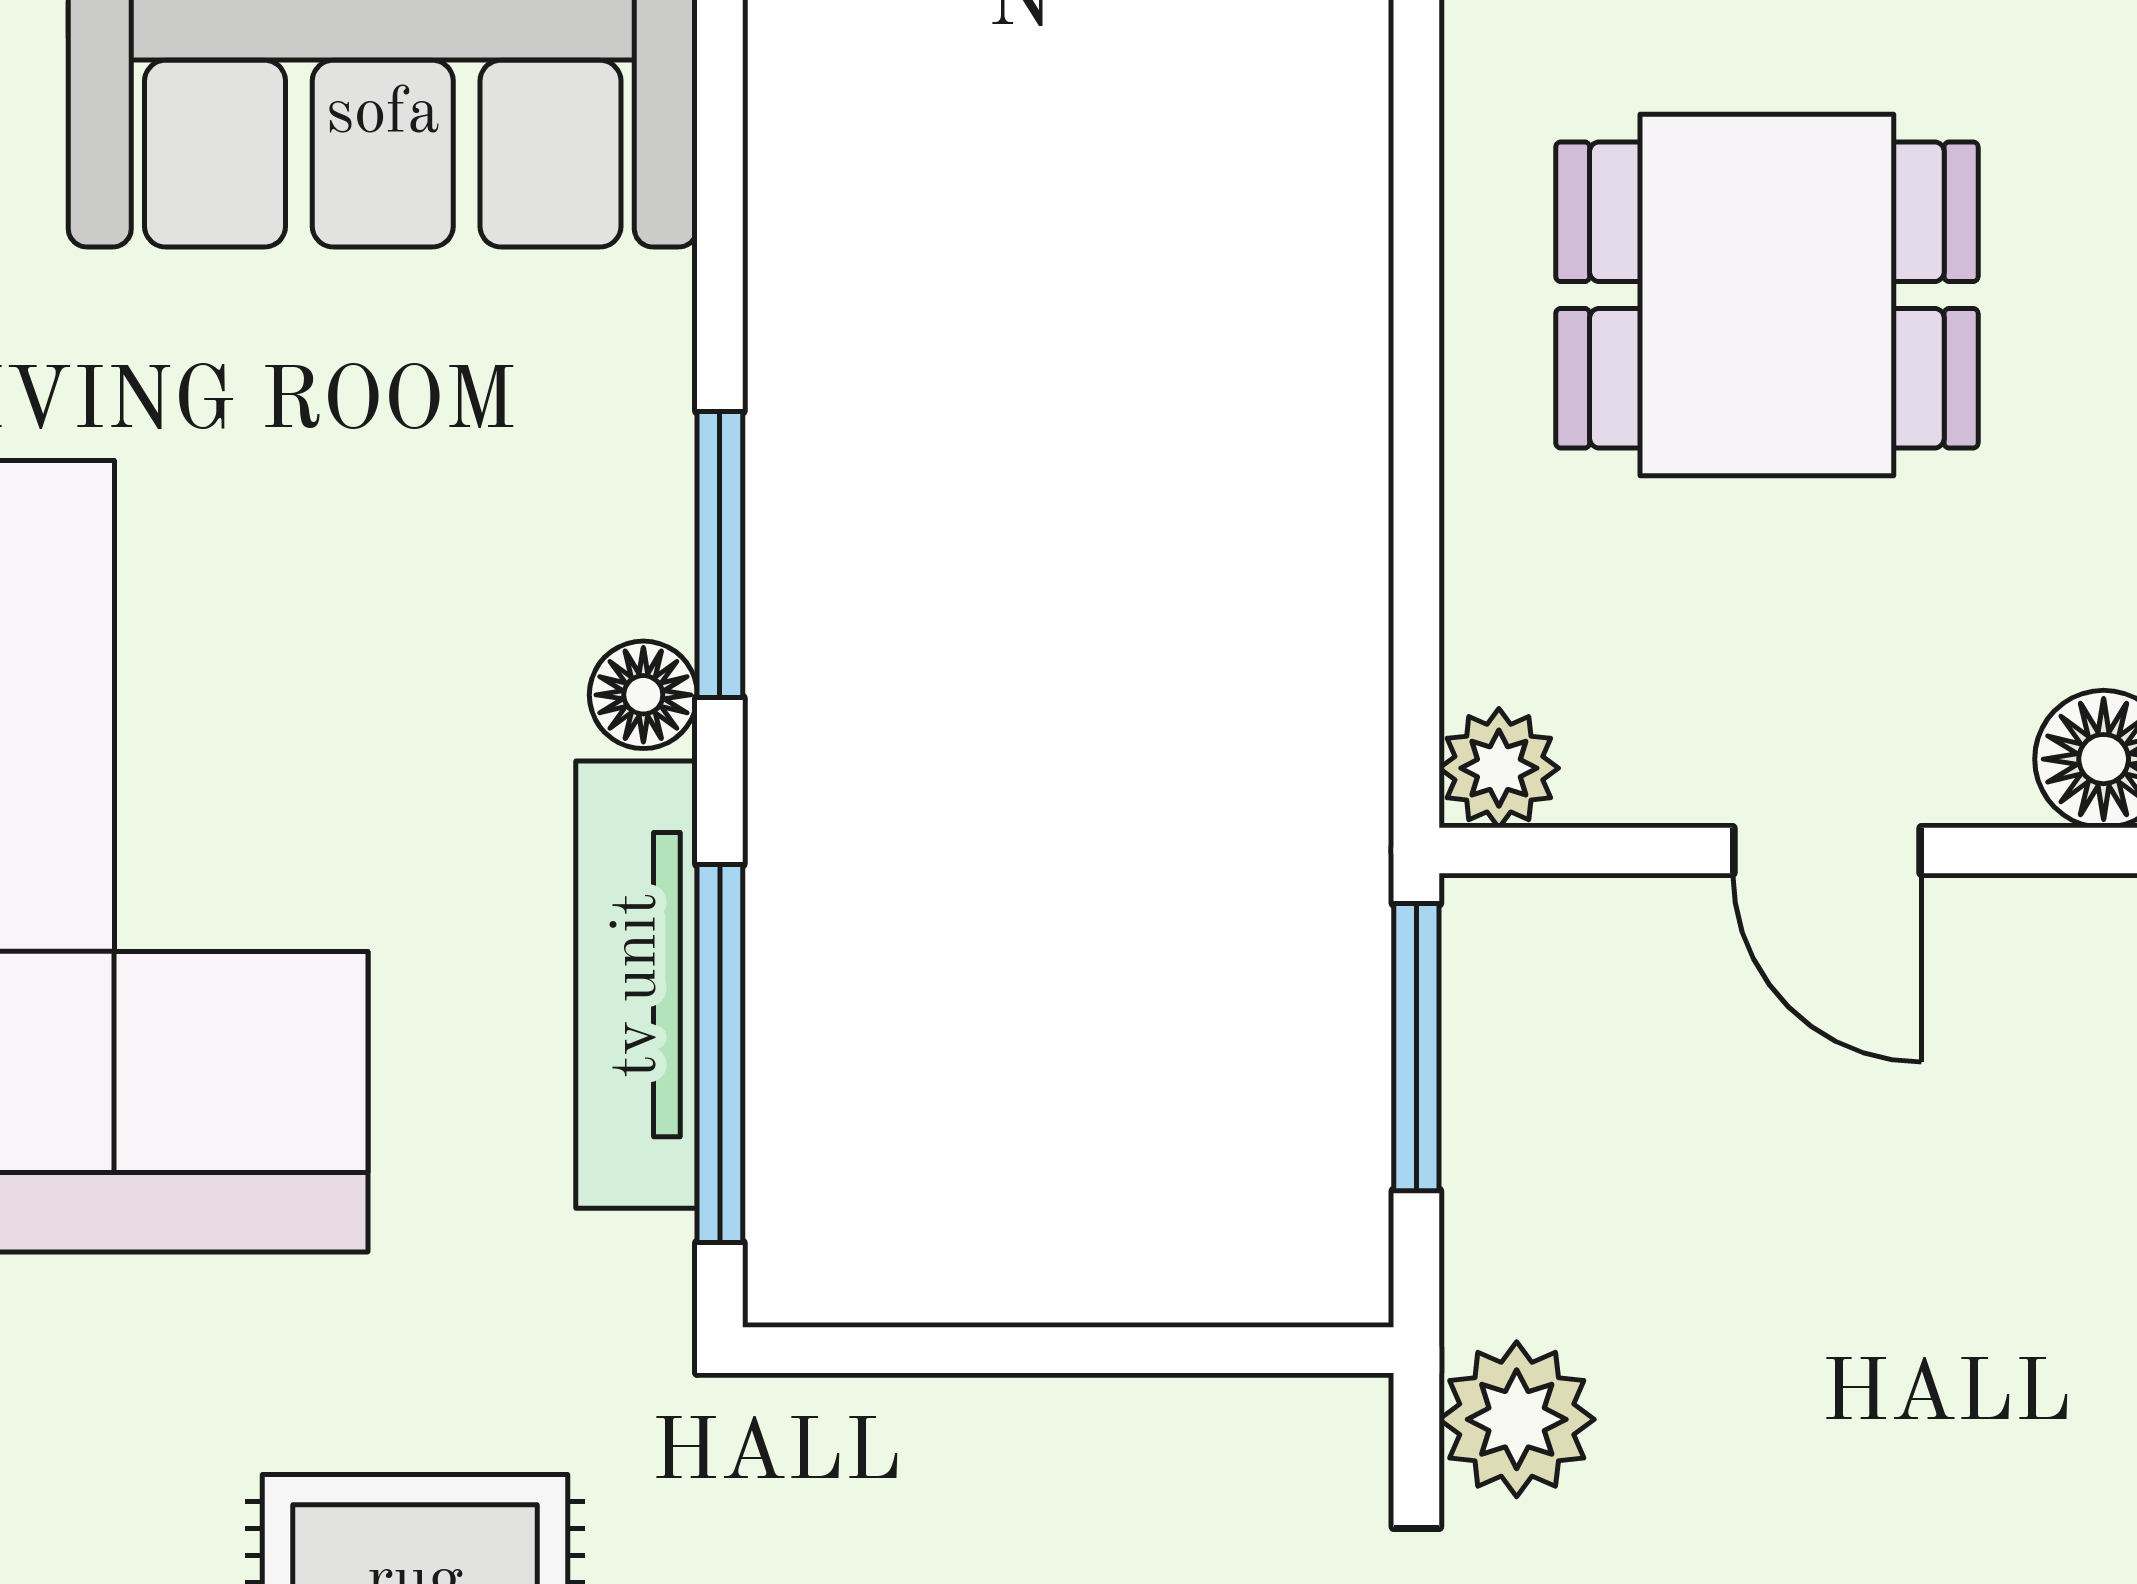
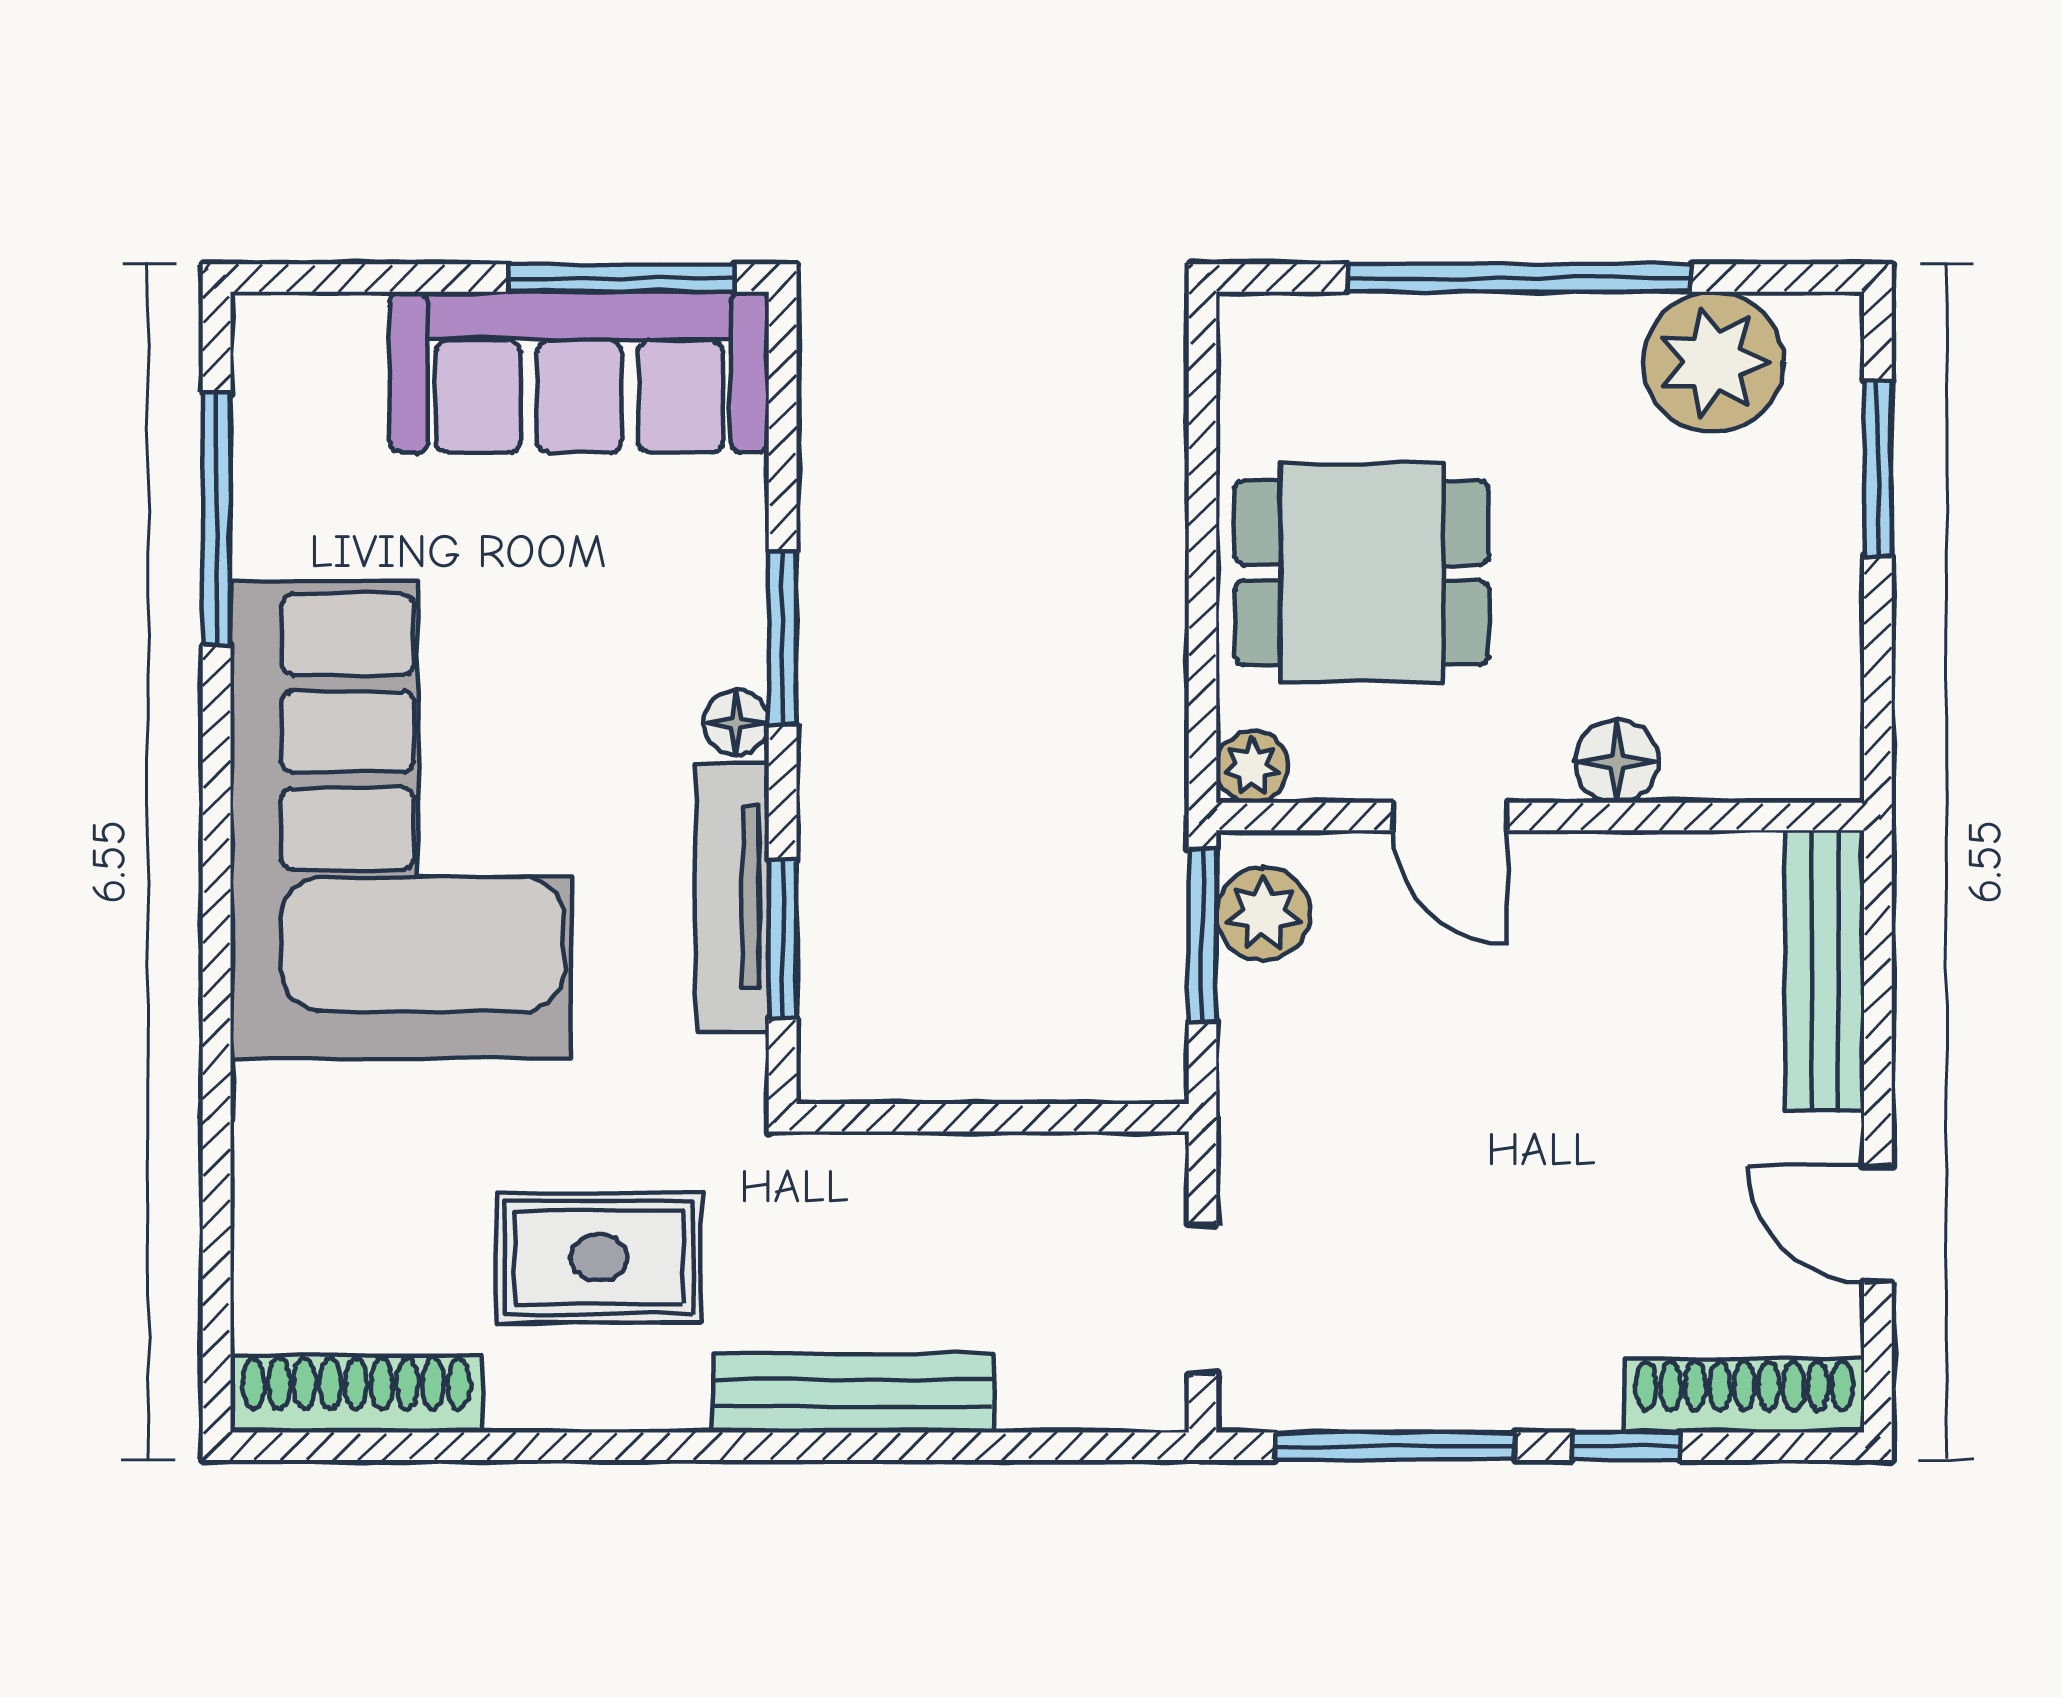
dining table: (1767, 295) -> (1362, 573), moved
window: (720, 1053) -> (783, 939), width x0.69
plant: (1517, 1419) -> (1263, 914), moved

